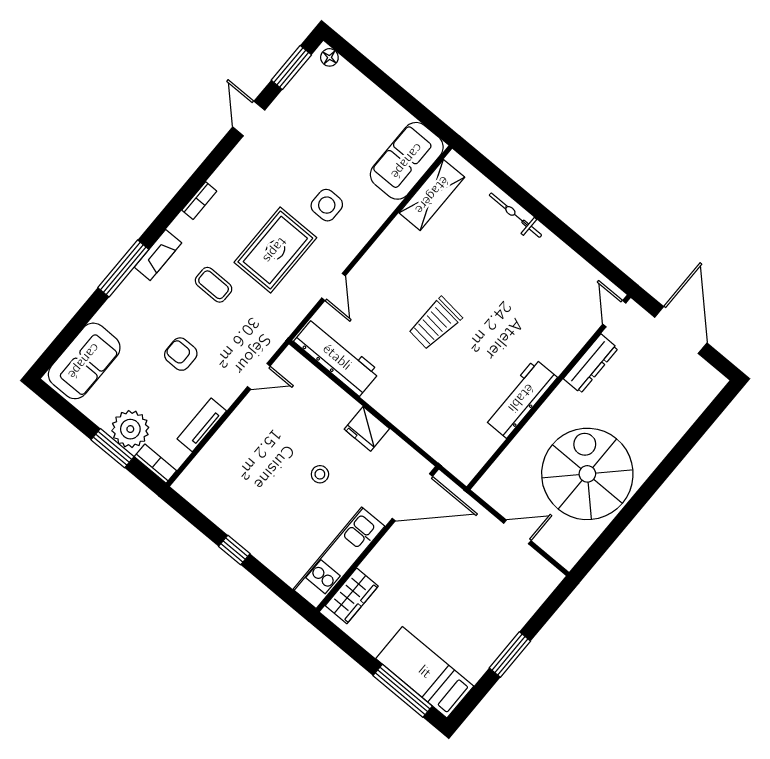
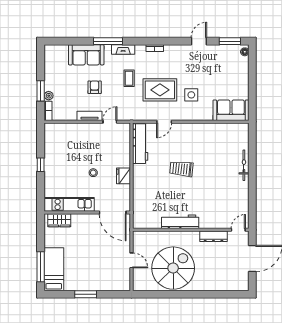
shelving: (432, 195) -> (226, 129), removed
sofa: (84, 361) -> (86, 55), moved
door: (259, 376) -> (110, 122), swing flipped
tv unit: (202, 425) -> (90, 116), moved
plant: (130, 429) -> (49, 96), width x0.53, depth x0.53

